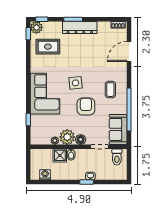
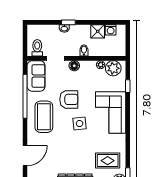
coffee table: (110, 90) -> (44, 117), width x1.86, depth x1.72
armchair: (86, 107) -> (69, 99), turned -90
plant: (67, 137) -> (113, 68), moved
shower: (60, 155) -> (98, 31), moved

